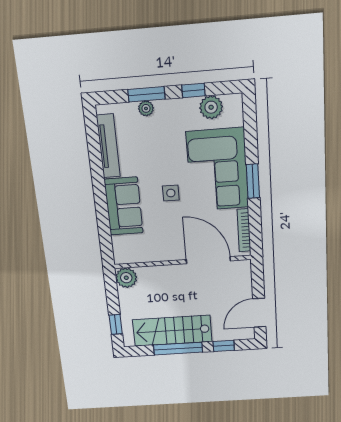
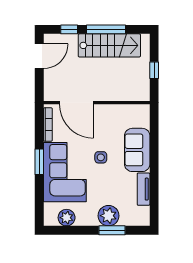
window: (193, 90) -> (78, 230), removed
plant: (146, 108) -> (108, 216), width x1.88, depth x1.88
tv unit: (108, 146) -> (144, 189), width x0.71
plant: (126, 278) -> (141, 93), removed
window: (116, 324) -> (154, 70), moved

